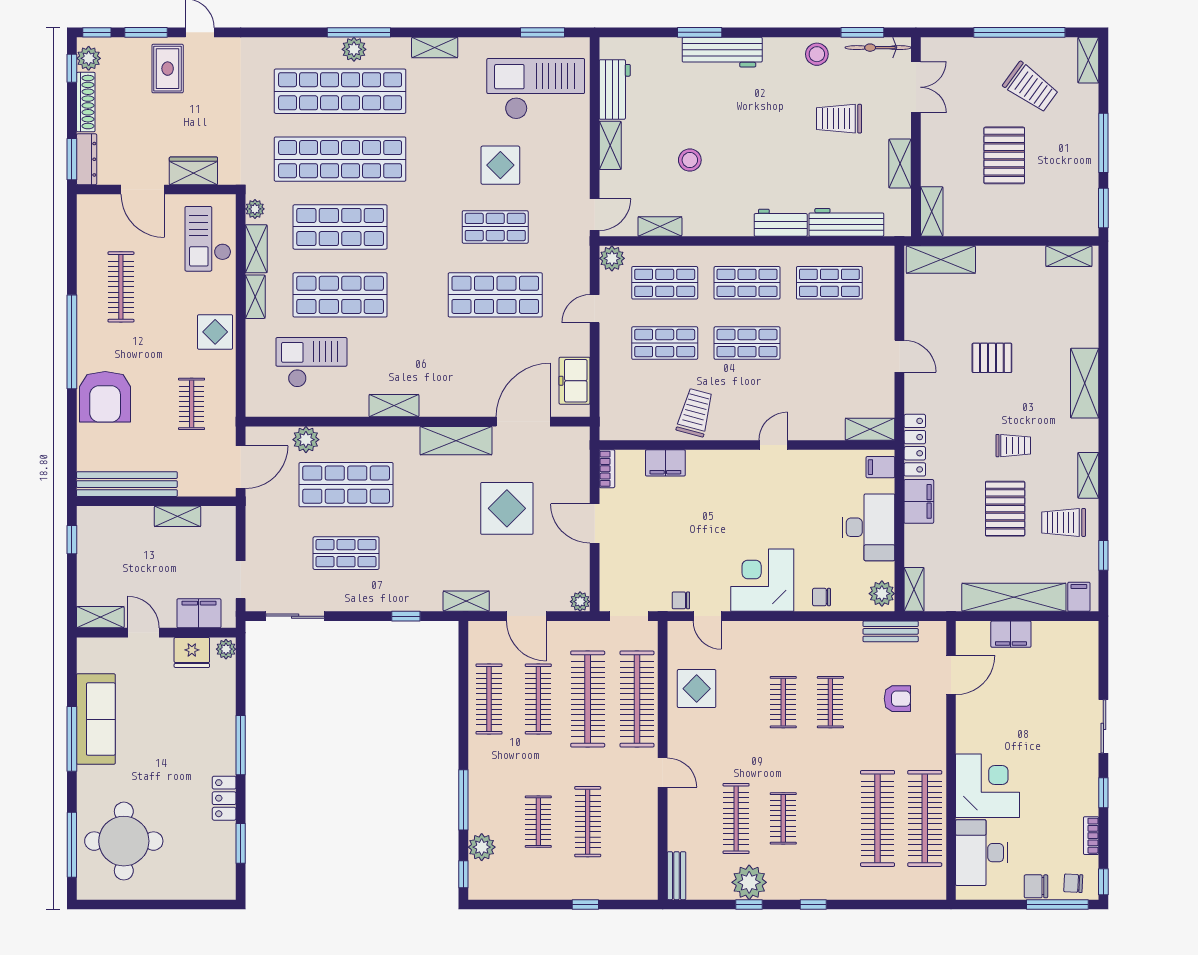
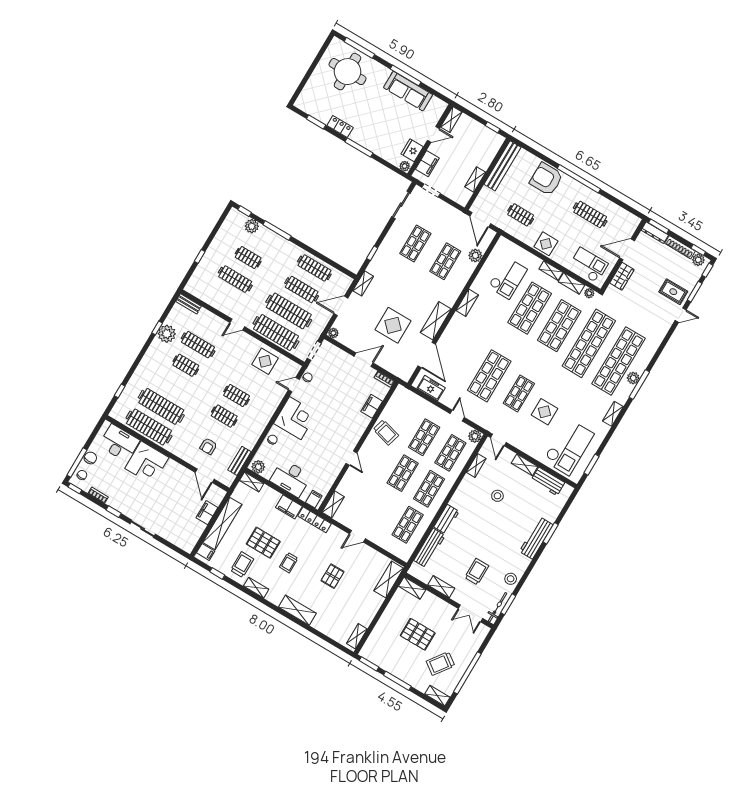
shop shelf: (346, 485) -> (445, 261), width x0.70, depth x0.74
window: (813, 905) -> (120, 391), moved

